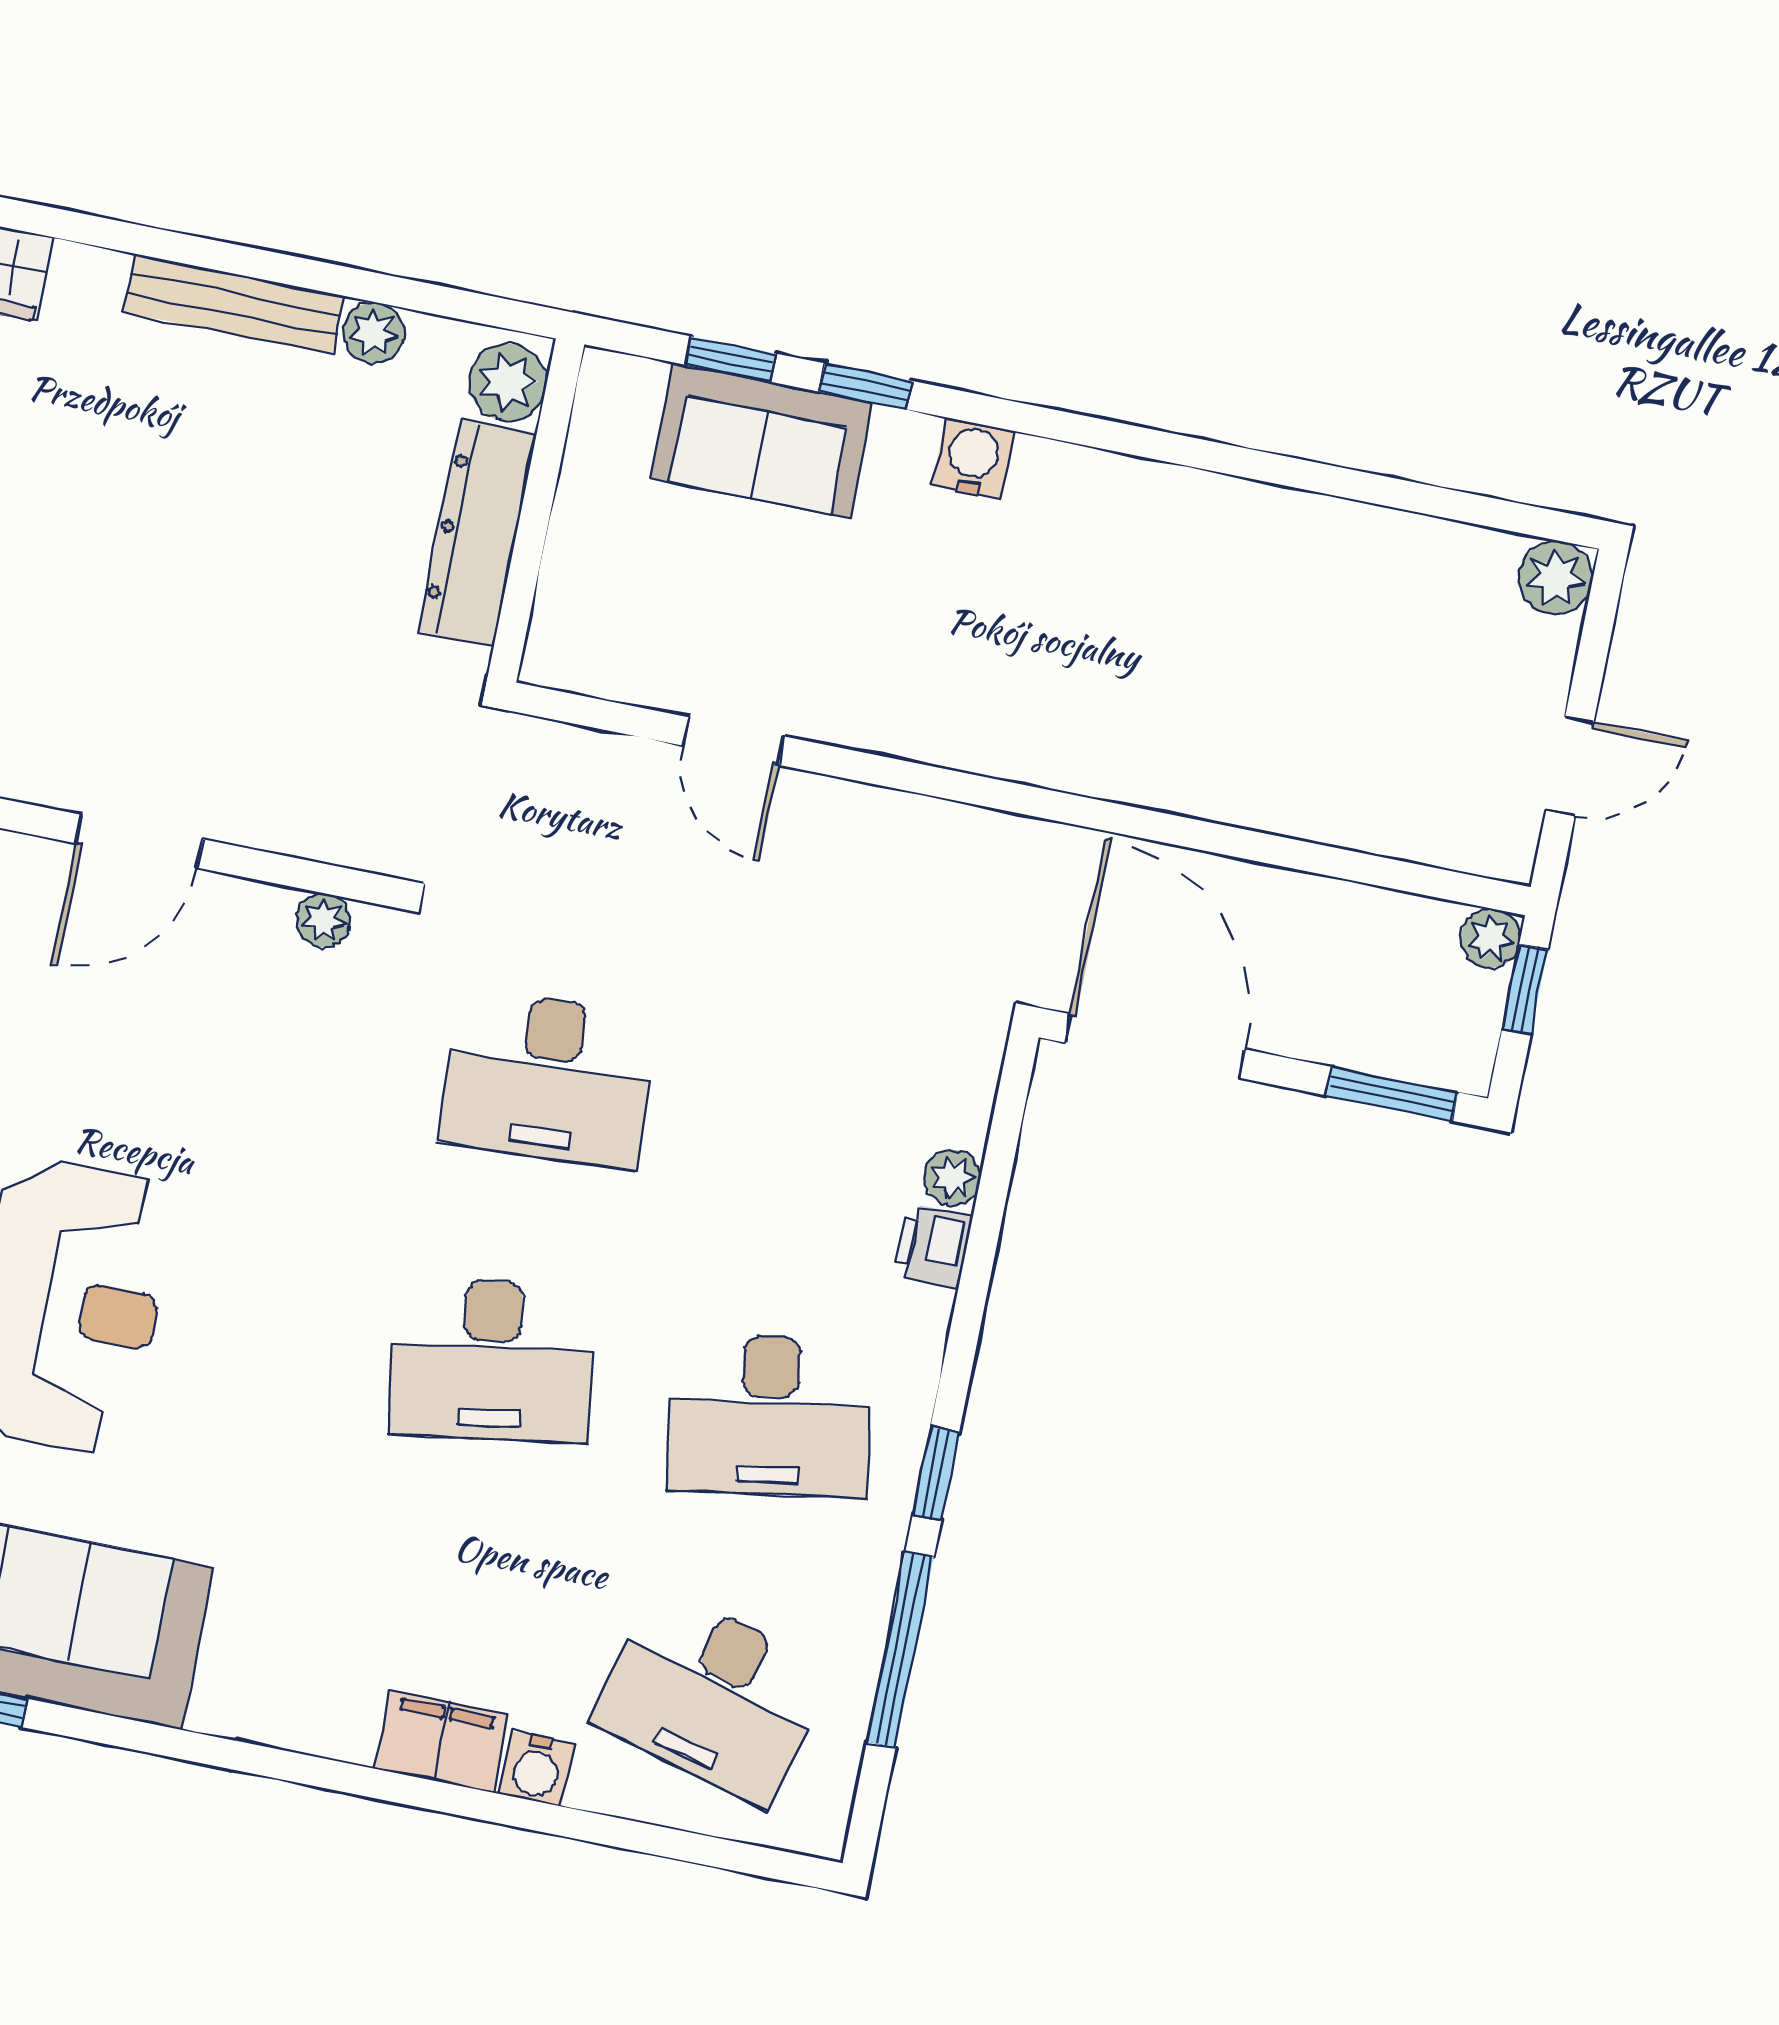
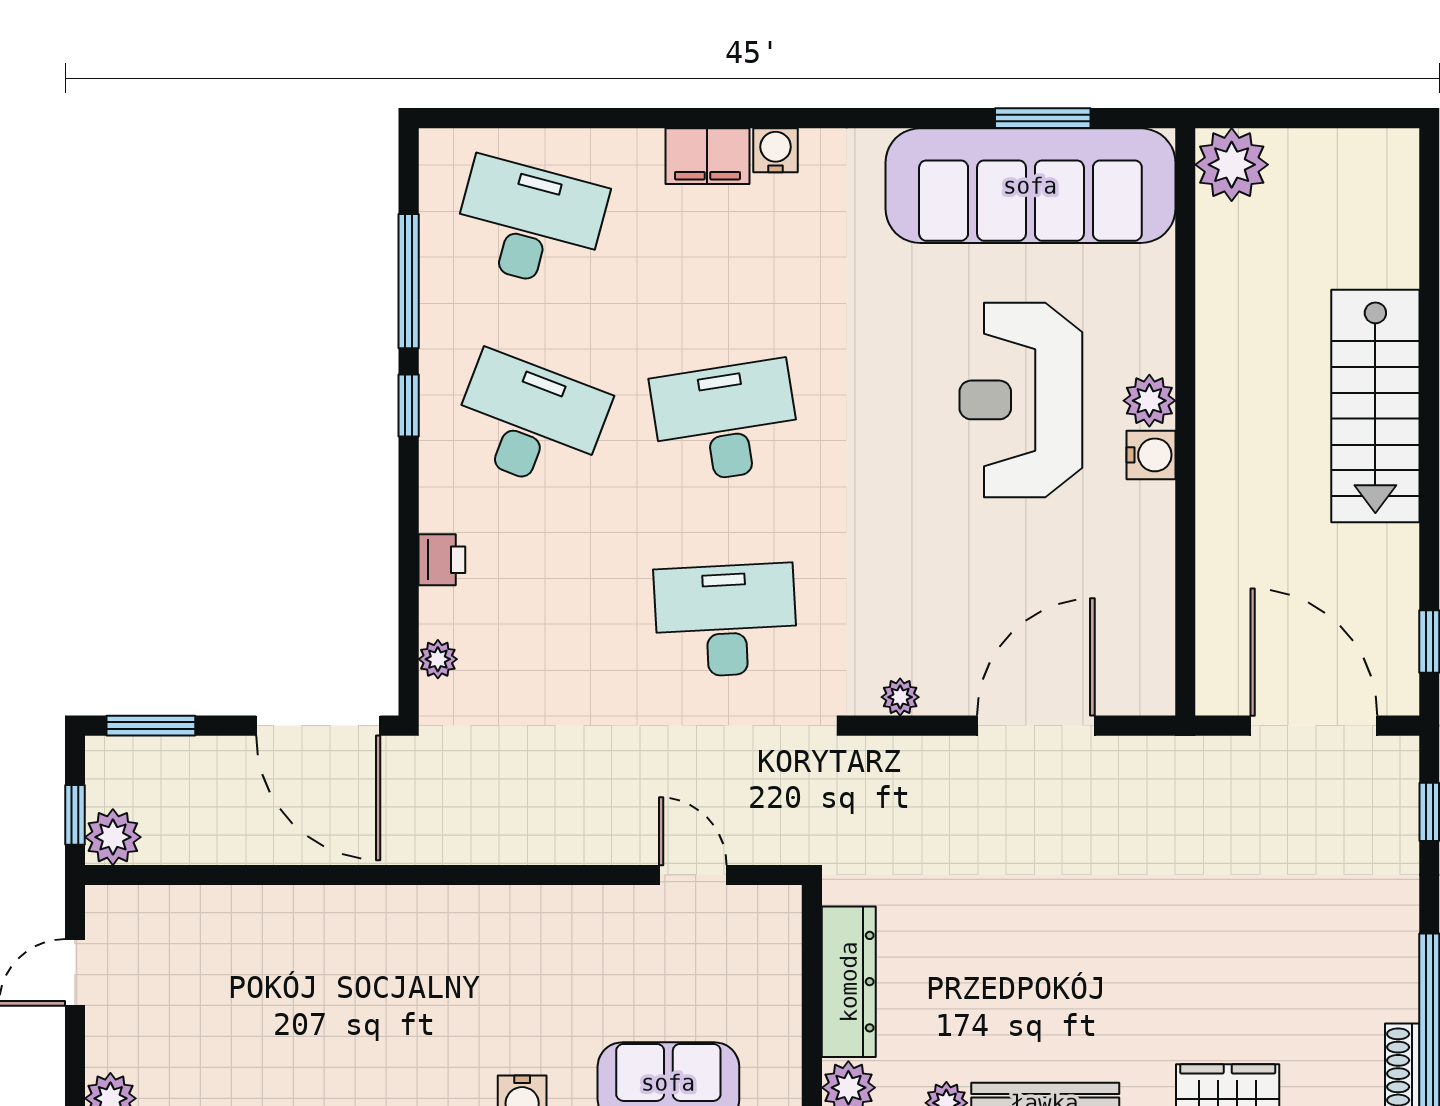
door: (734, 741) -> (693, 875), moved
door: (139, 841) -> (1036, 726), width x1.36
plant: (1491, 938) -> (113, 837), width x1.38, depth x1.38
plant: (952, 1178) -> (438, 659), moved
desk: (769, 1416) -> (530, 422), turned 30
water cooler: (536, 1769) -> (776, 150), moved

